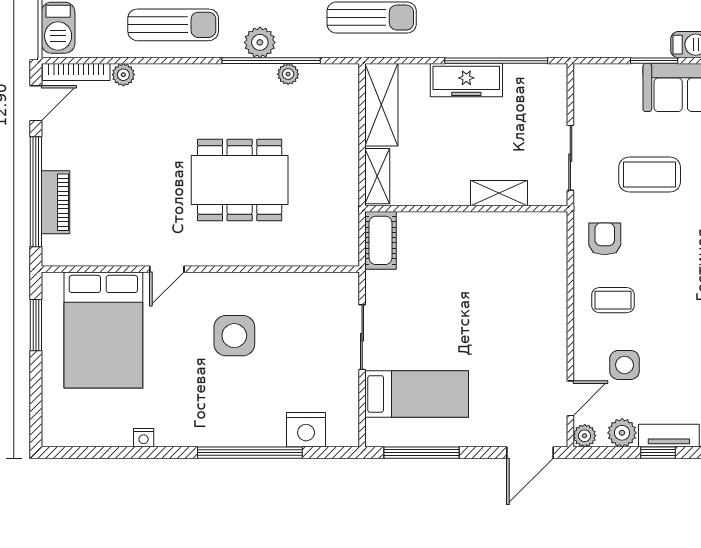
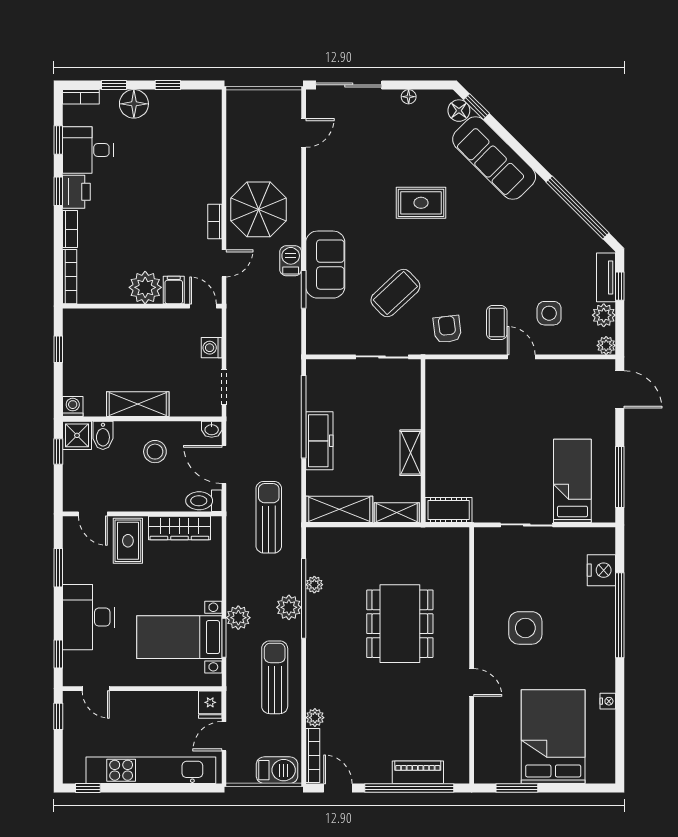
coffee table: (650, 175) -> (395, 293), turned 47
shelving: (499, 193) -> (411, 453), moved
armchair: (605, 239) -> (447, 329), turned 83
bed: (103, 330) -> (553, 737), moved, turned -90
door: (570, 398) -> (521, 357), moved

